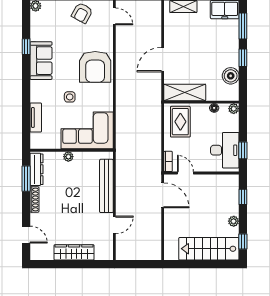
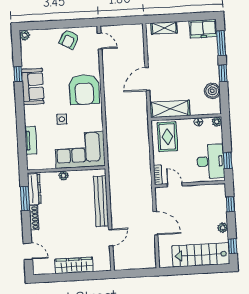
door: (163, 195) -> (155, 223), moved

